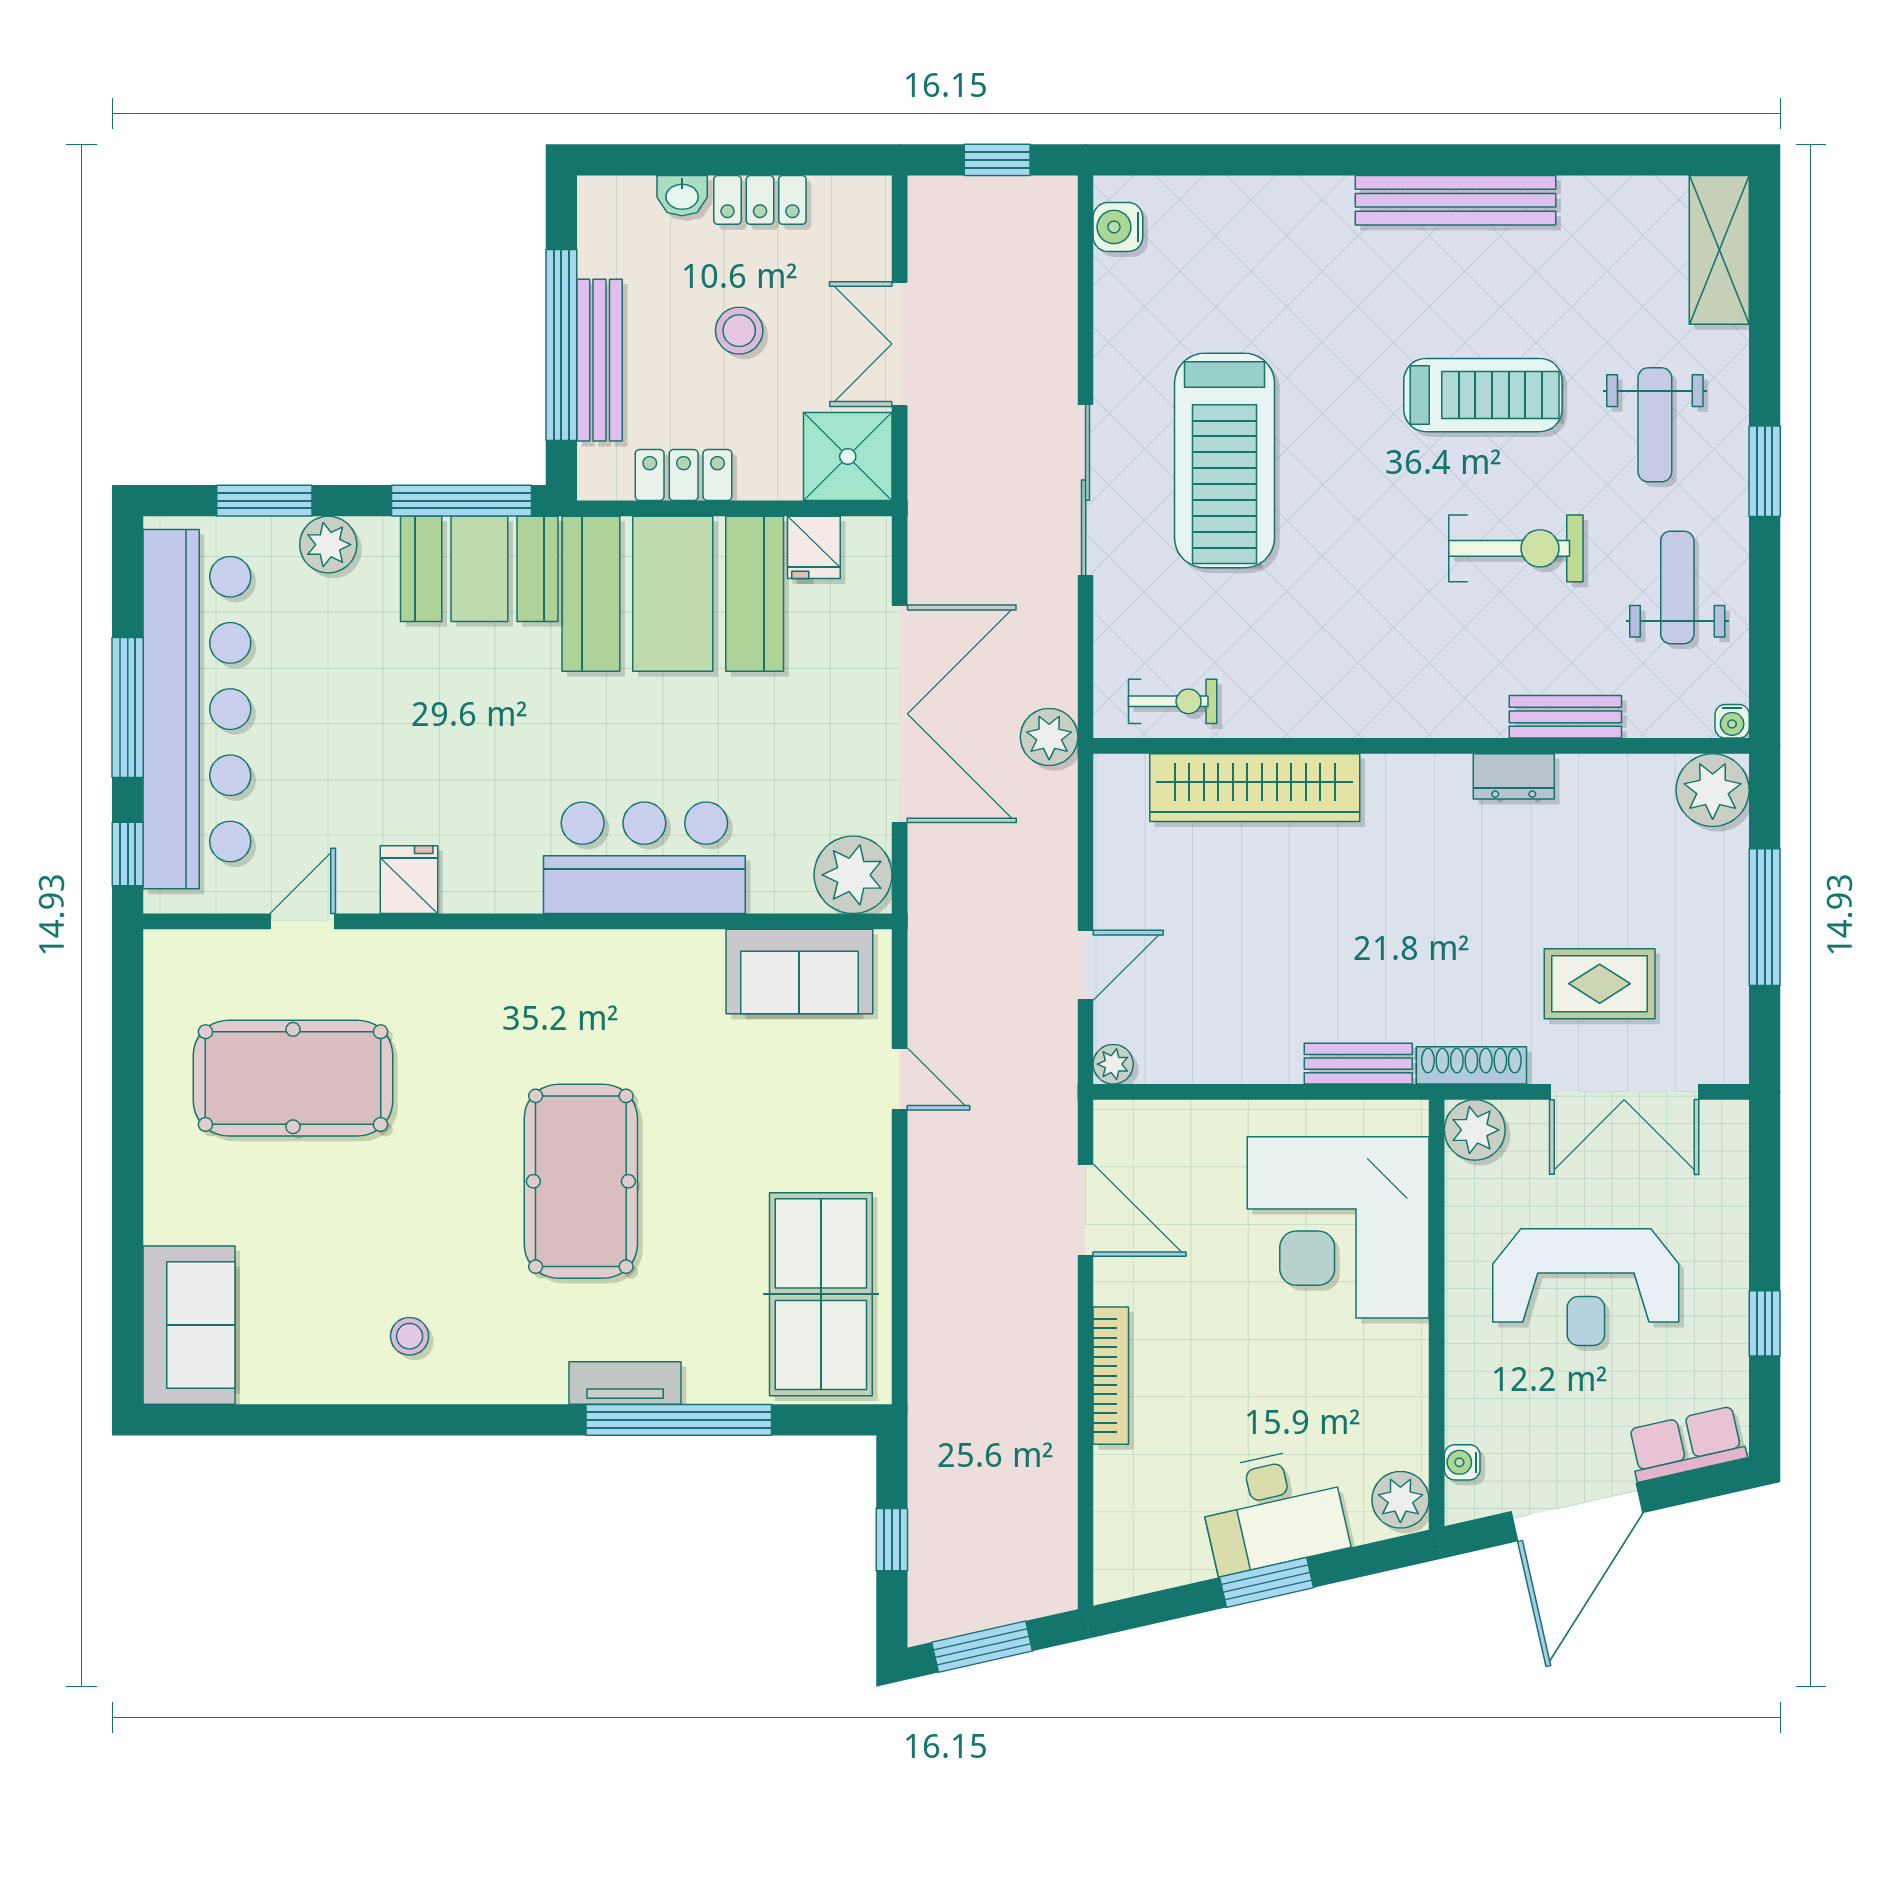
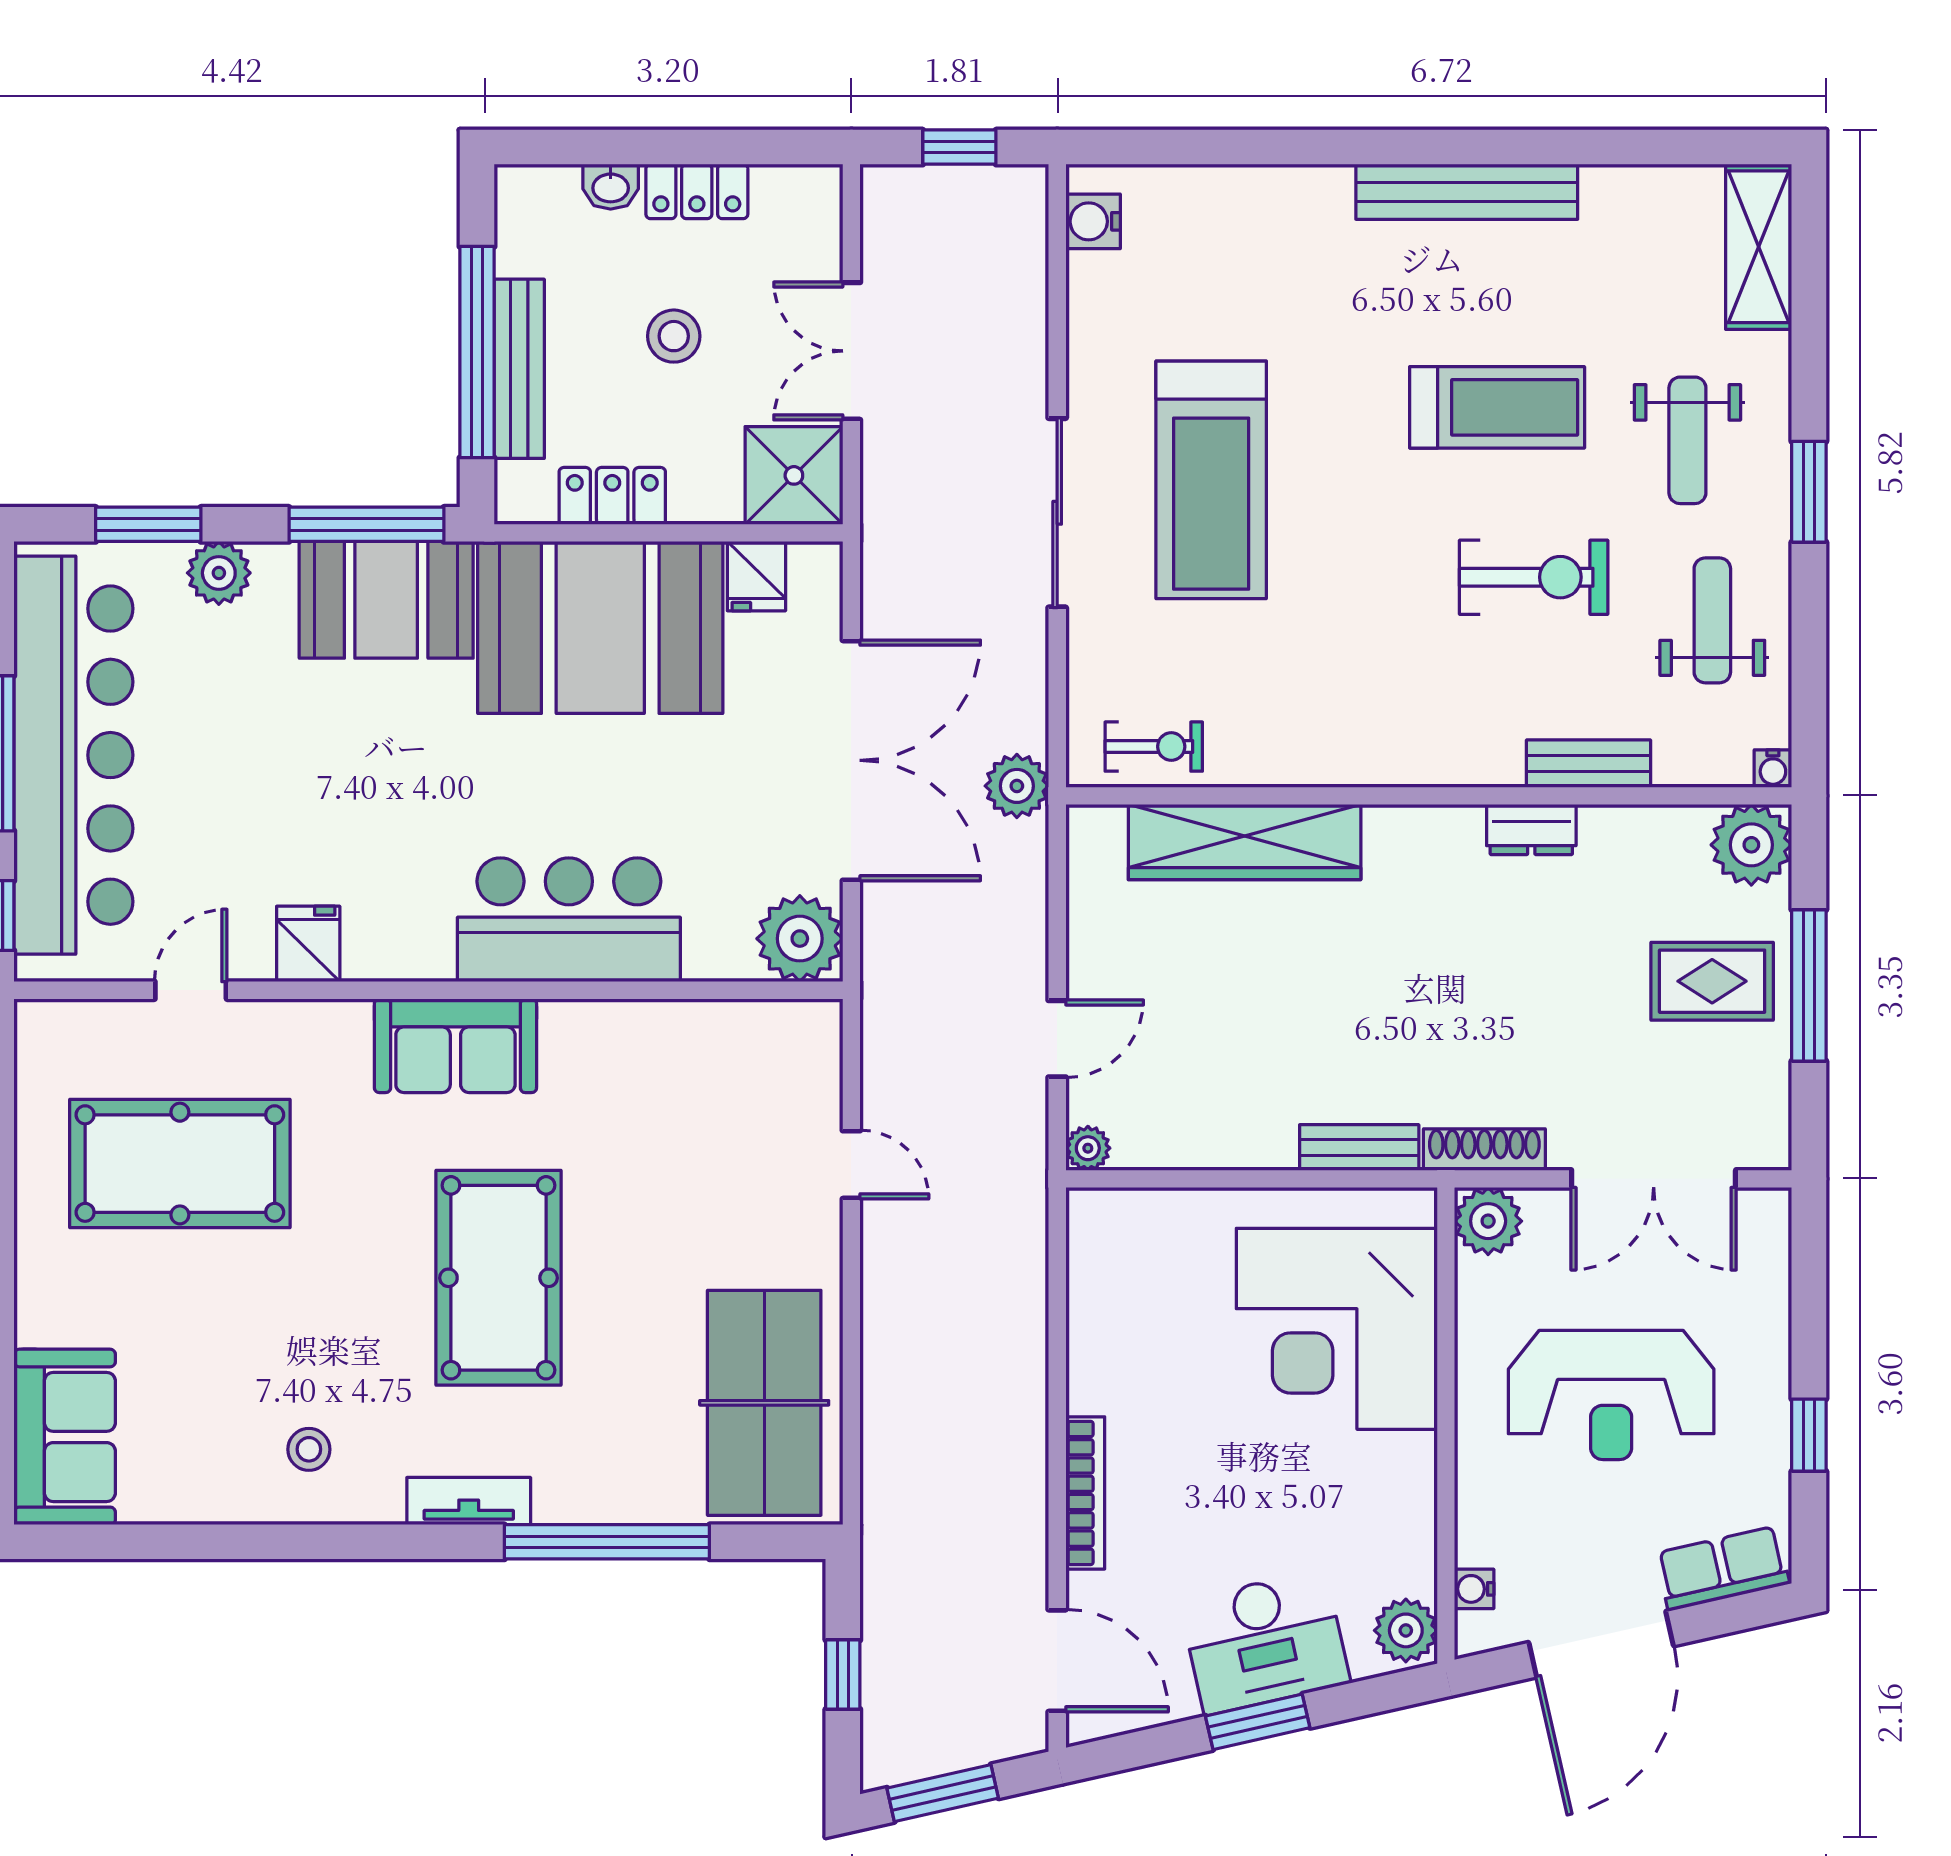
sofa: (799, 972) -> (455, 1046), moved
rug: (1600, 984) -> (1712, 981), moved
door: (1086, 1210) -> (1057, 1661), moved
tv unit: (625, 1383) -> (469, 1501), moved

